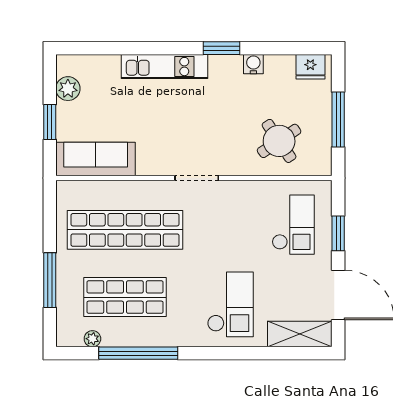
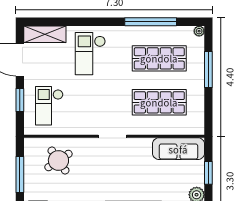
shop shelf: (125, 230) -> (159, 102), width x0.71
plant: (92, 339) -> (199, 31), moved

